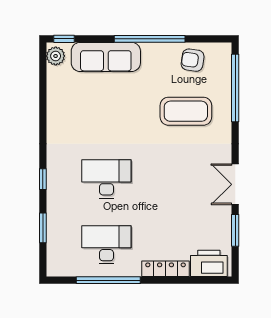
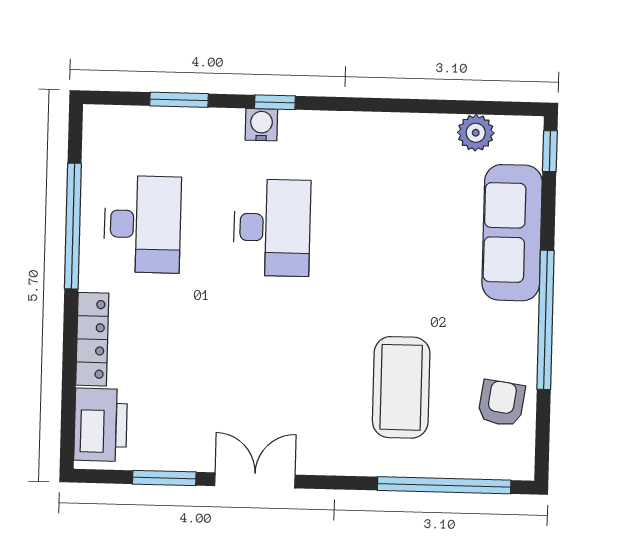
plant: (56, 56) -> (476, 133), moved
water cooler: (54, 186) -> (261, 125), added

